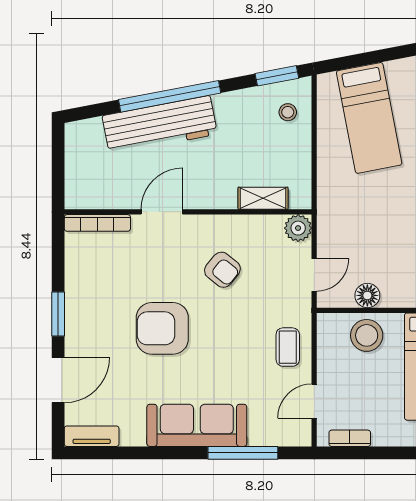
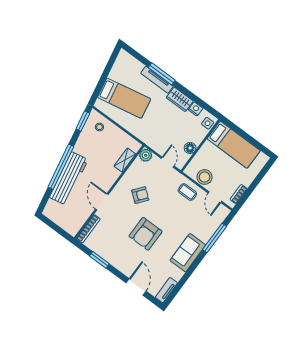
window: (58, 314) -> (99, 260), moved
stool: (367, 335) -> (205, 177), moved
sofa: (197, 425) -> (188, 253), width x0.73

